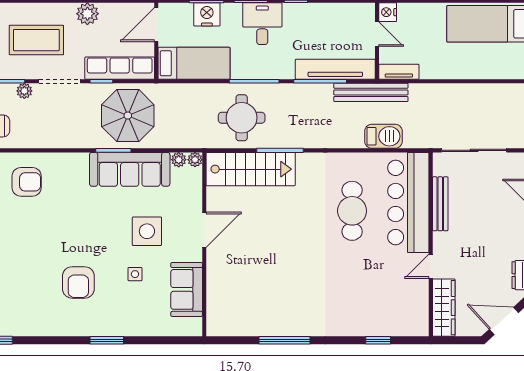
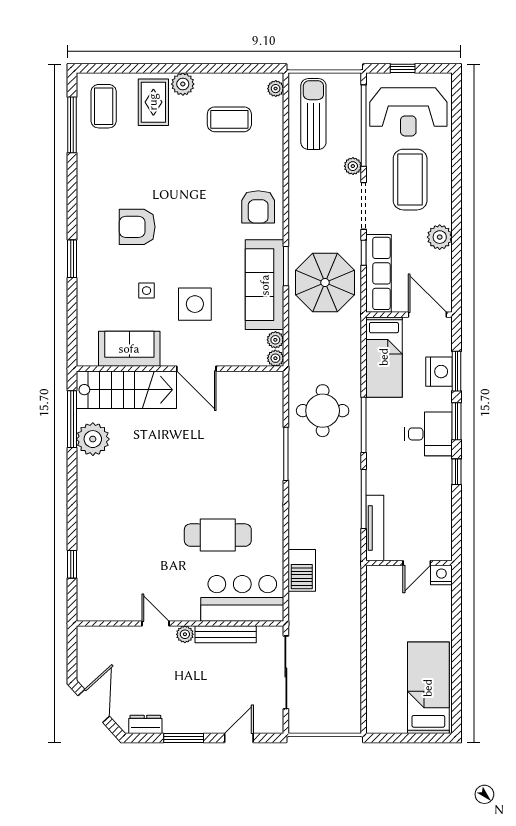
tv unit: (335, 69) -> (375, 528), width x0.73, depth x0.78
tv unit: (399, 72) -> (374, 588), removed
bench: (371, 92) -> (351, 556), removed
stairs: (251, 169) -> (126, 390), moved, turned -90
armchair: (27, 182) -> (258, 207), moved
bar counter: (408, 202) -> (242, 598), width x0.73
plant: (440, 240) -> (185, 634), added
wardrobe: (444, 308) -> (109, 638), removed
plant: (267, 322) -> (93, 439), added
window: (285, 340) -> (72, 419), moved

